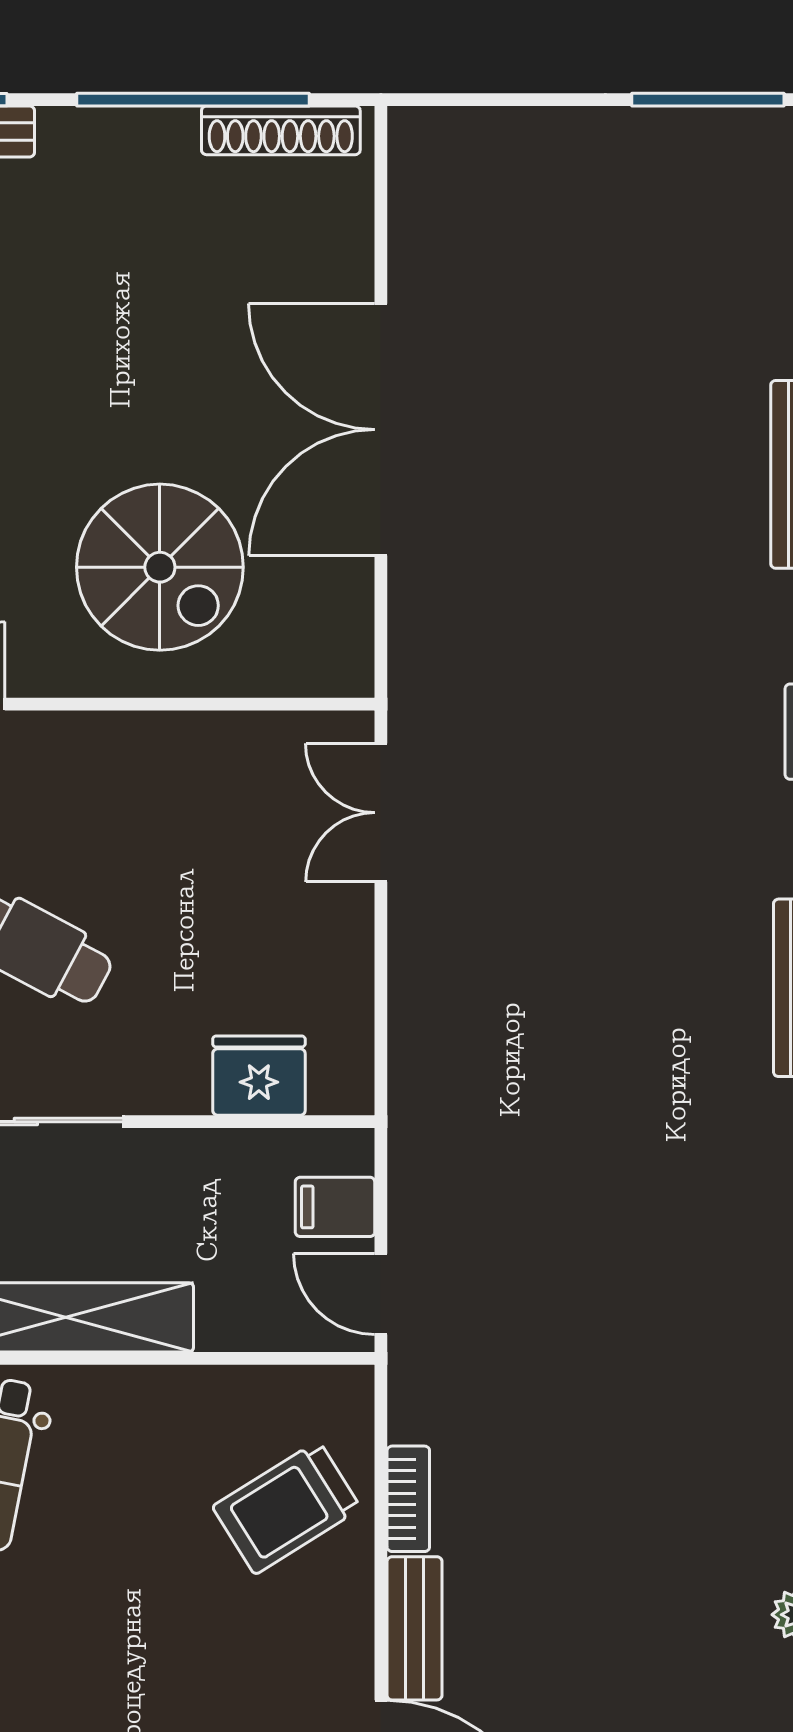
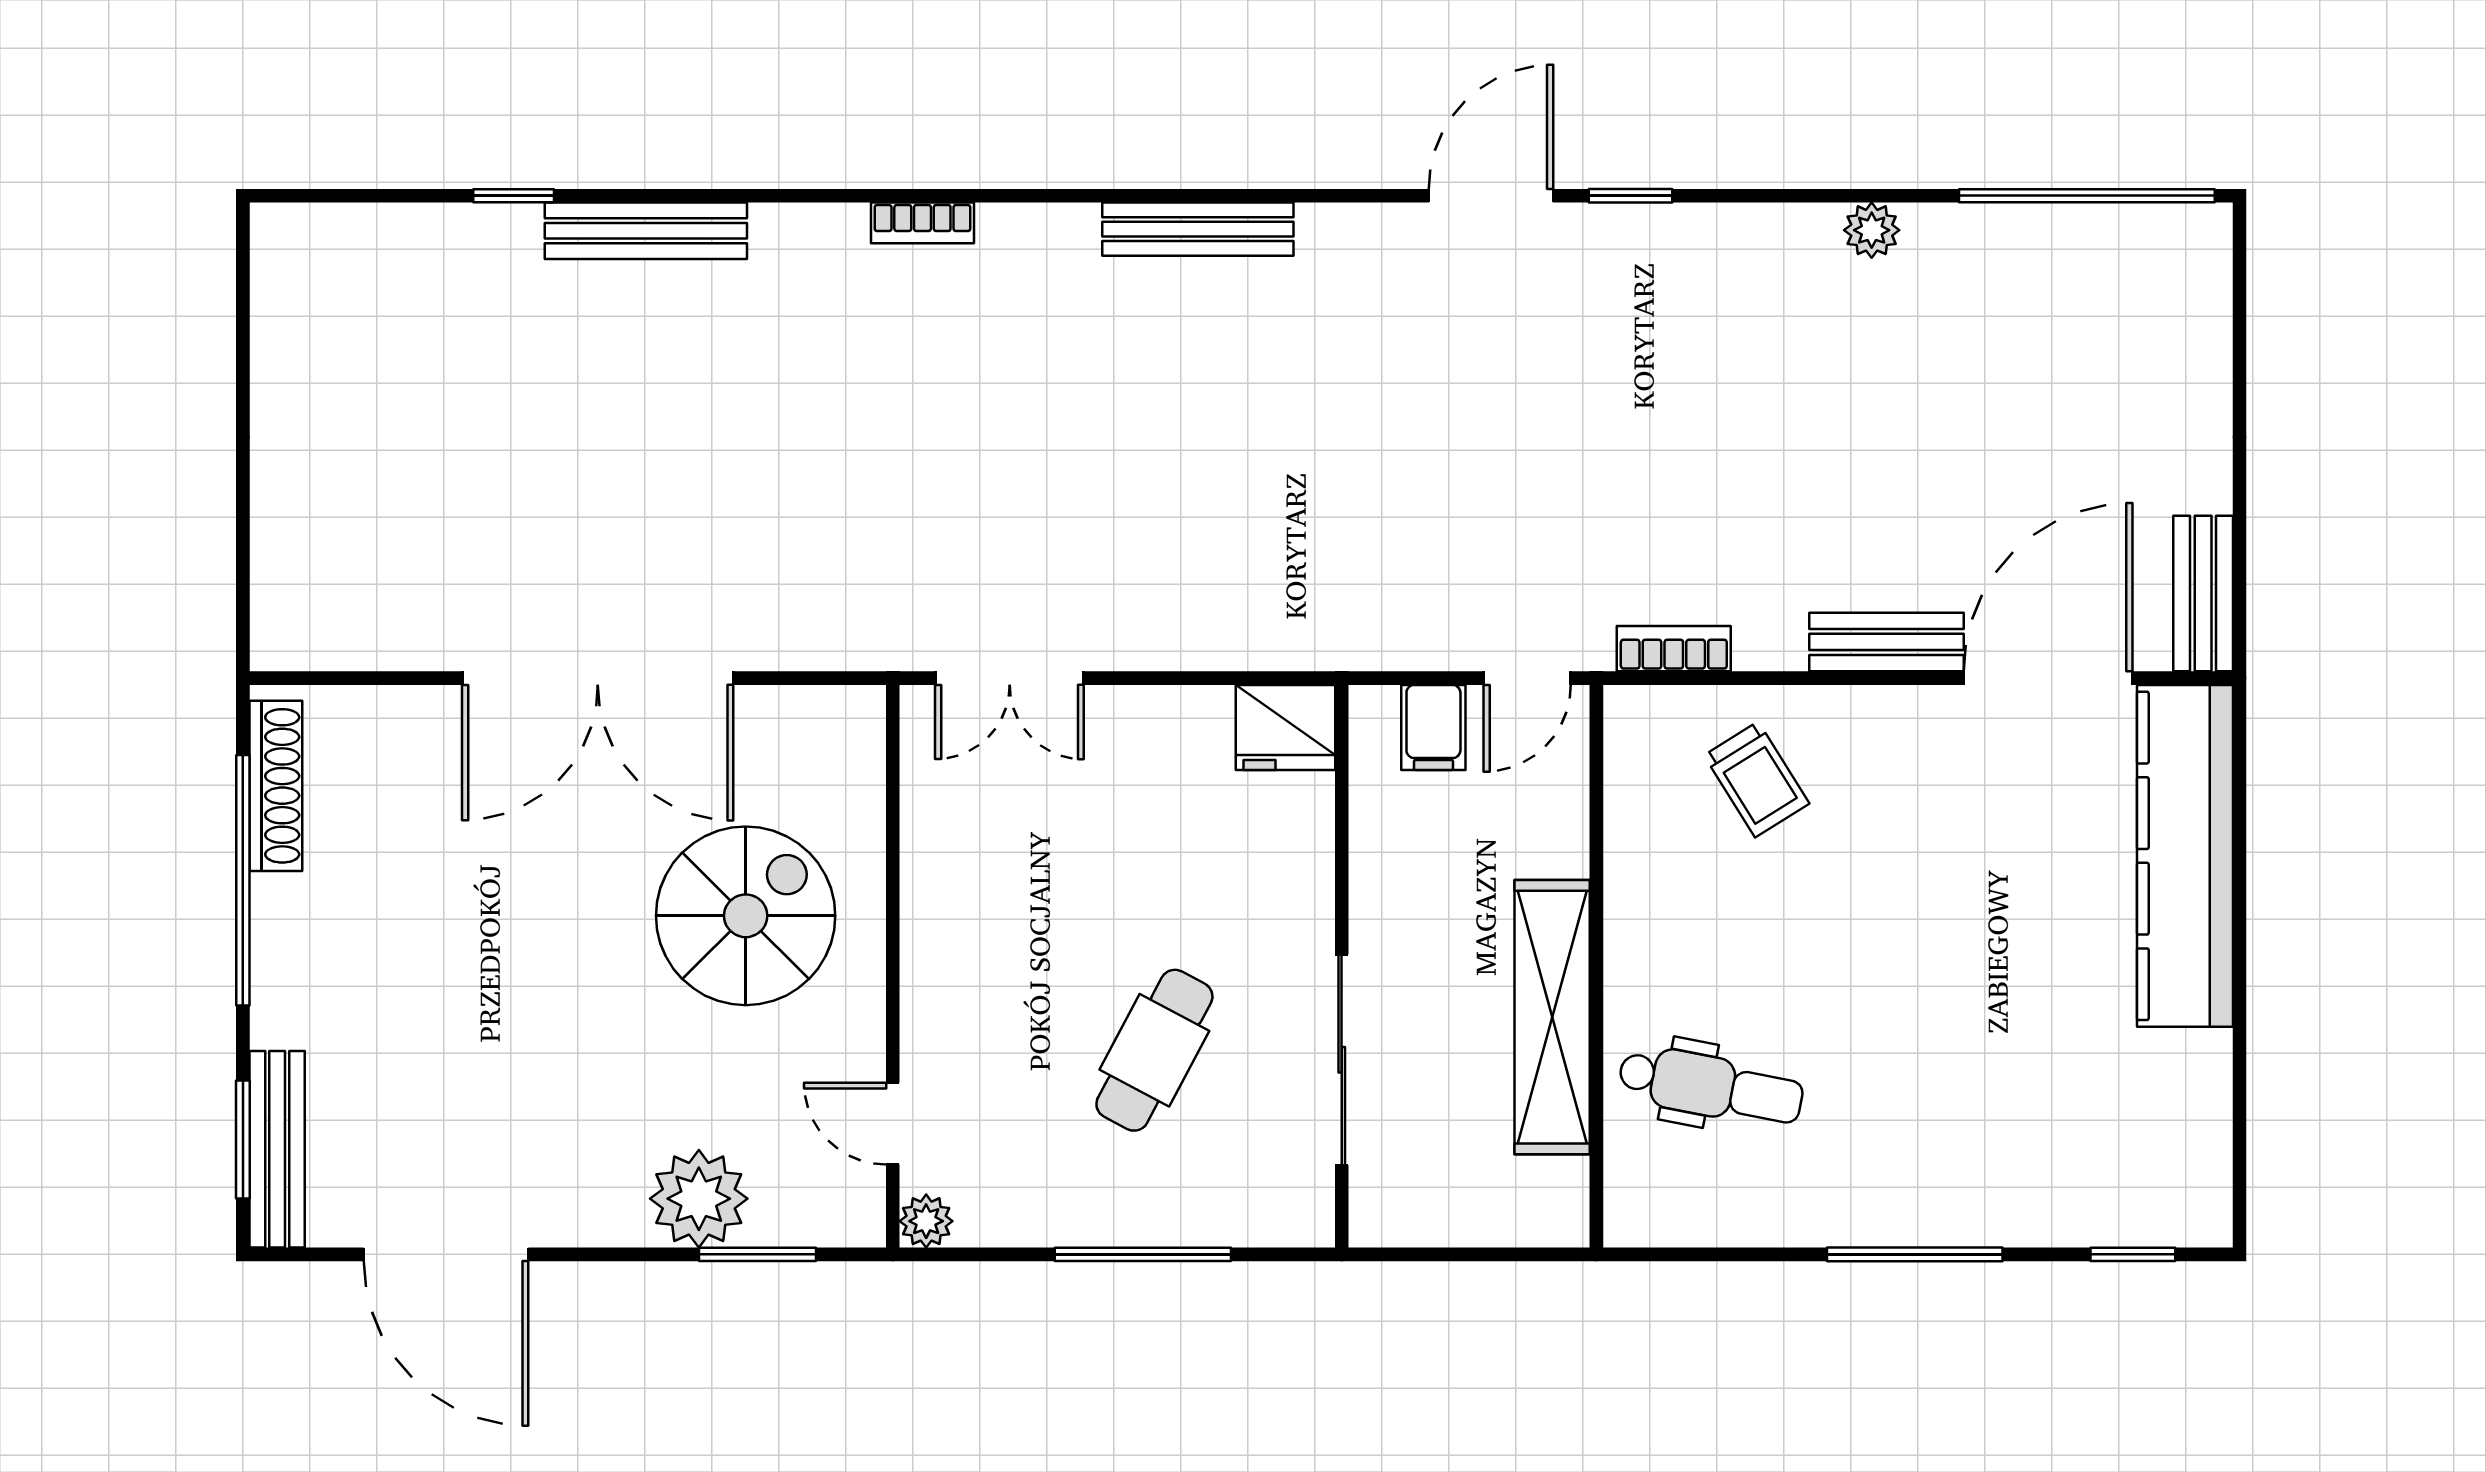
window: (708, 100) -> (243, 327), removed
fridge: (259, 1076) -> (1285, 728), moved, turned -90
bookcase: (408, 1499) -> (1674, 649), moved
trolley: (287, 1508) -> (1757, 780), width x0.73, depth x0.72

